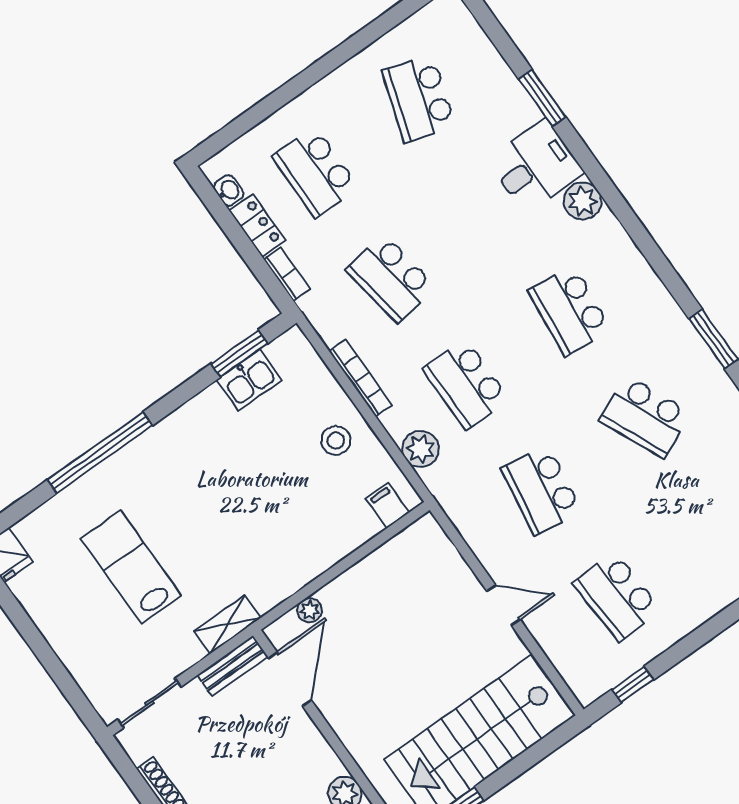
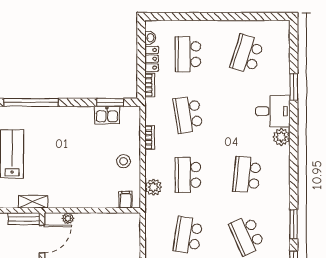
bookcase: (361, 378) -> (150, 138), width x0.64

